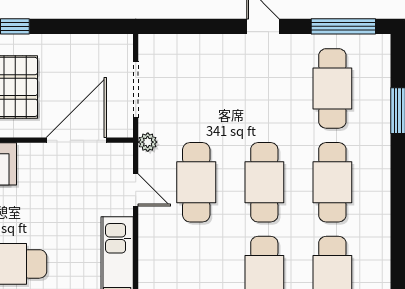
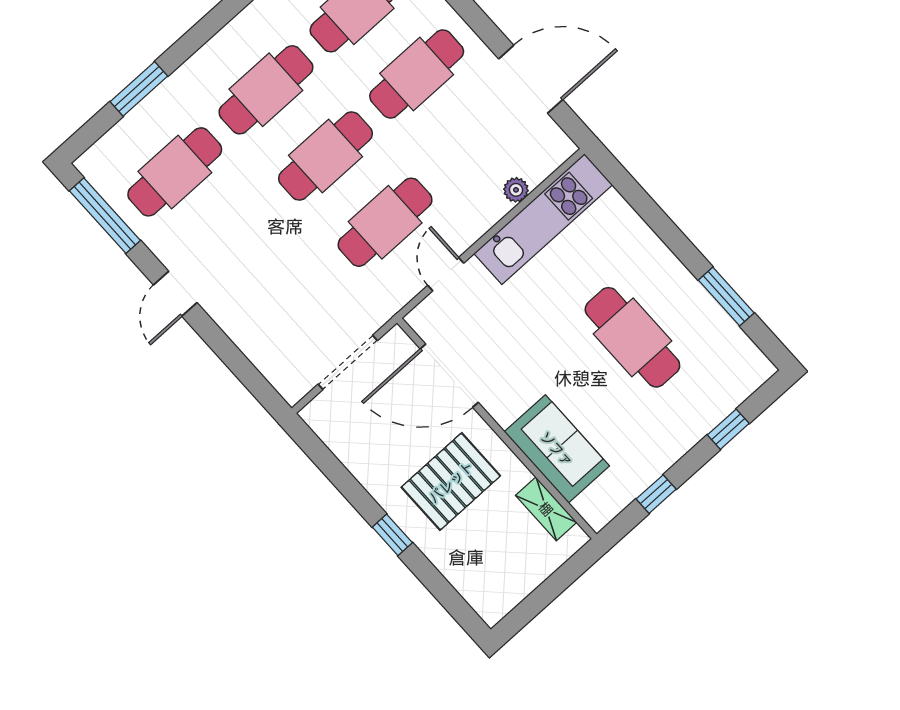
plant: (148, 142) -> (516, 190), moved

